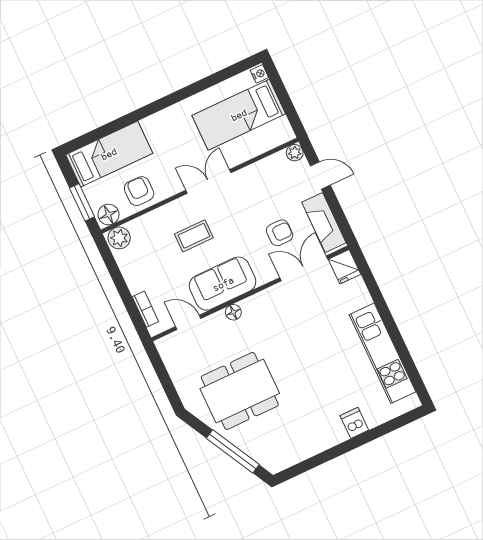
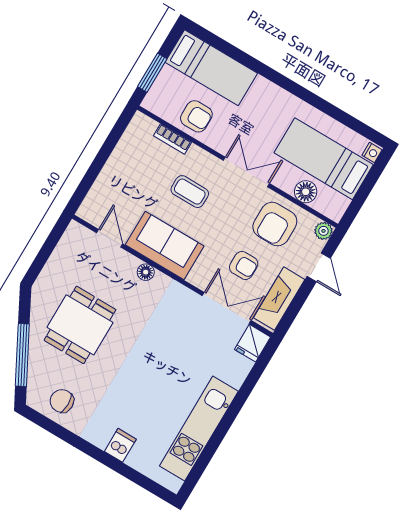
armchair: (264, 187) -> (275, 224), added
armchair: (139, 191) -> (196, 116), turned 90
floor lamp: (109, 215) -> (306, 192), moved
plant: (119, 238) -> (143, 127), removed
bookcase: (145, 309) -> (173, 139), moved, turned 90
dining table: (240, 391) -> (80, 325), width x0.73
chair: (289, 445) -> (62, 401), added

